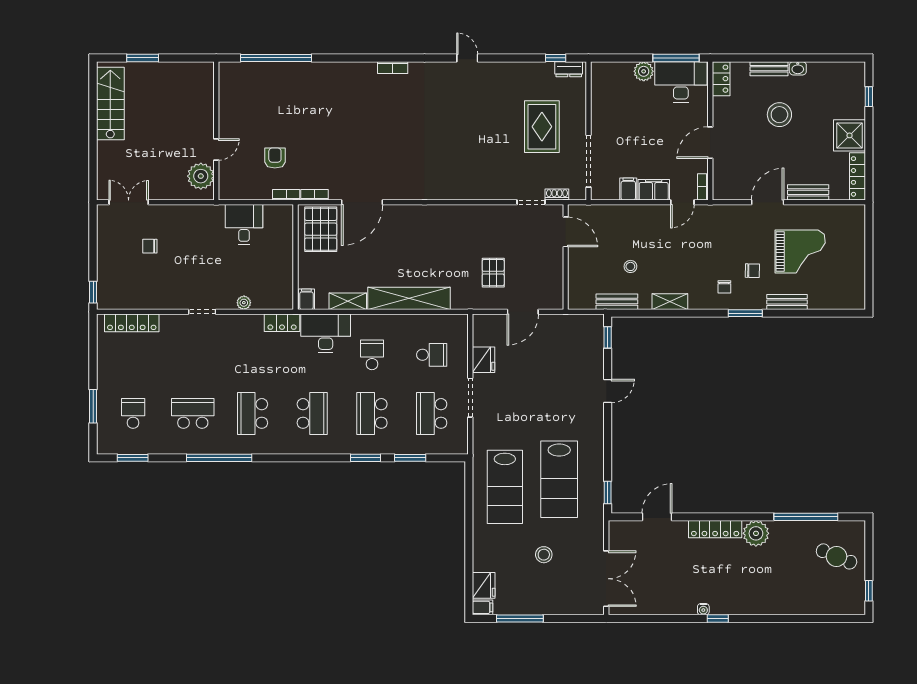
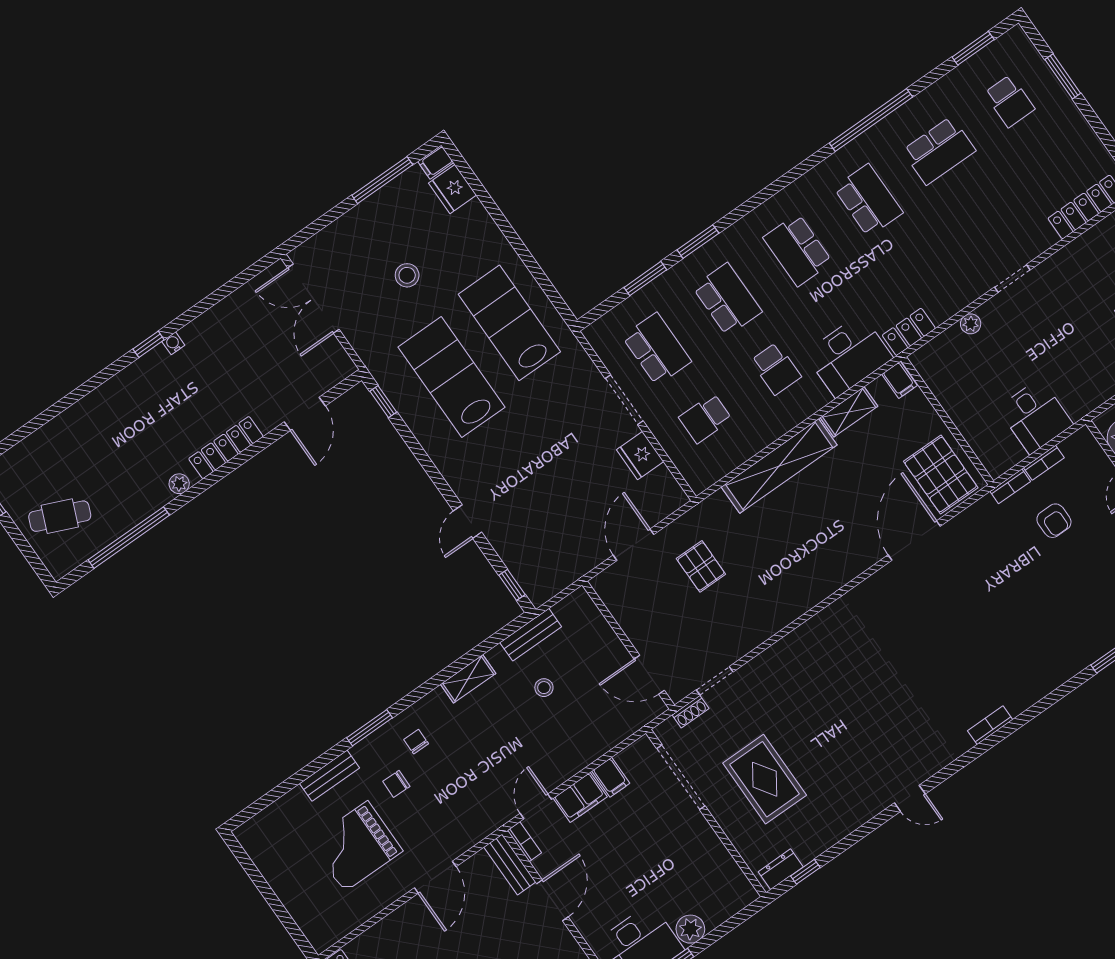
bench: (808, 192) -> (510, 865), moved, turned 90
bookcase: (315, 195) -> (1044, 463), moved
plant: (756, 533) -> (179, 484), width x0.53, depth x0.53

